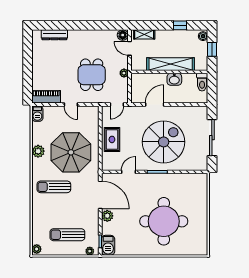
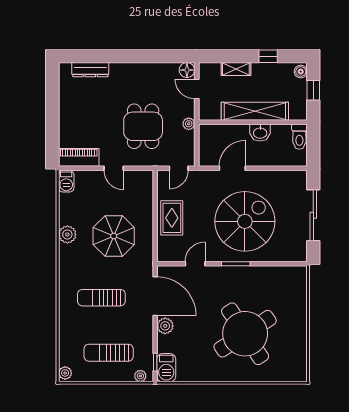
shelving: (144, 34) -> (236, 69), moved
parasol: (71, 152) -> (114, 236), width x0.73, depth x0.73
sun lounger: (54, 187) -> (101, 298), moved
round table: (164, 221) -> (245, 334), turned -33

